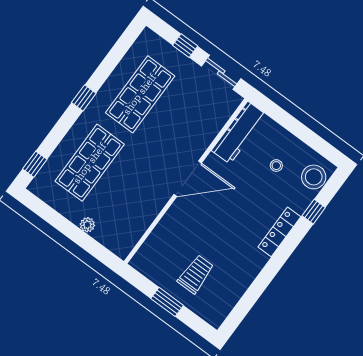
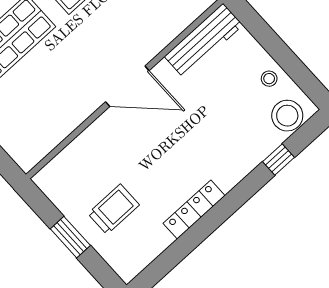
stool: (276, 166) -> (269, 79), moved
locker: (279, 232) -> (194, 209), moved

